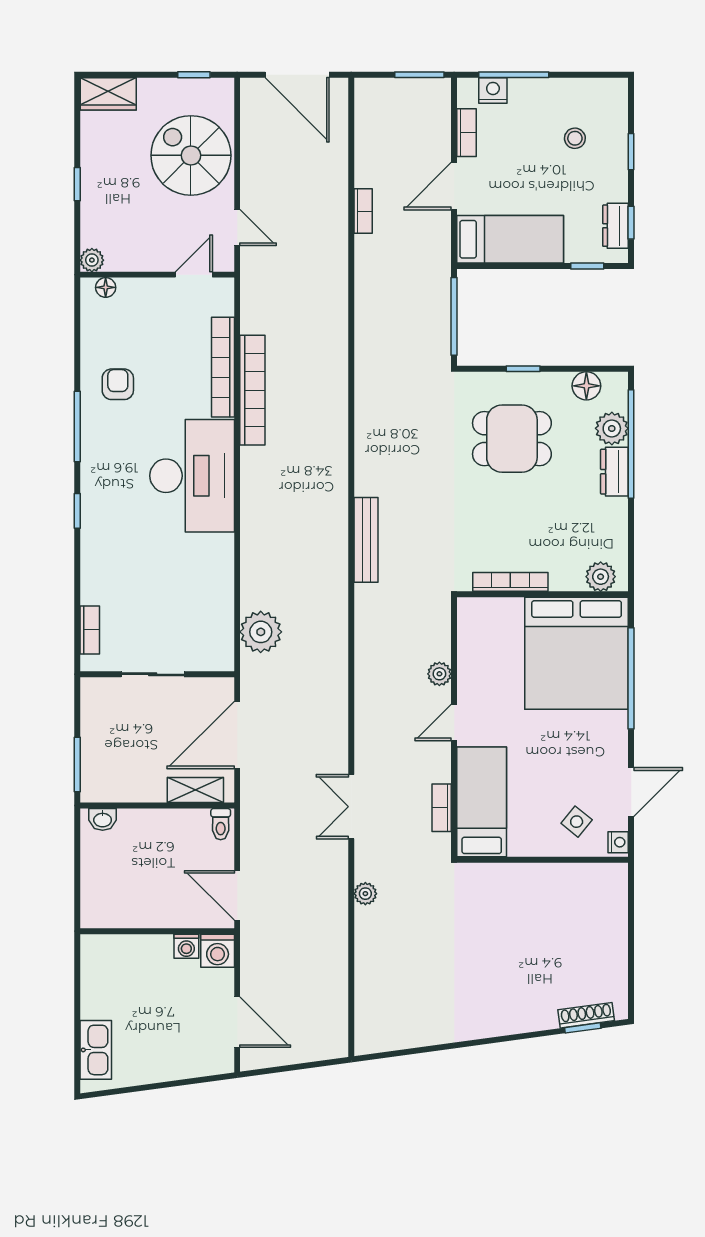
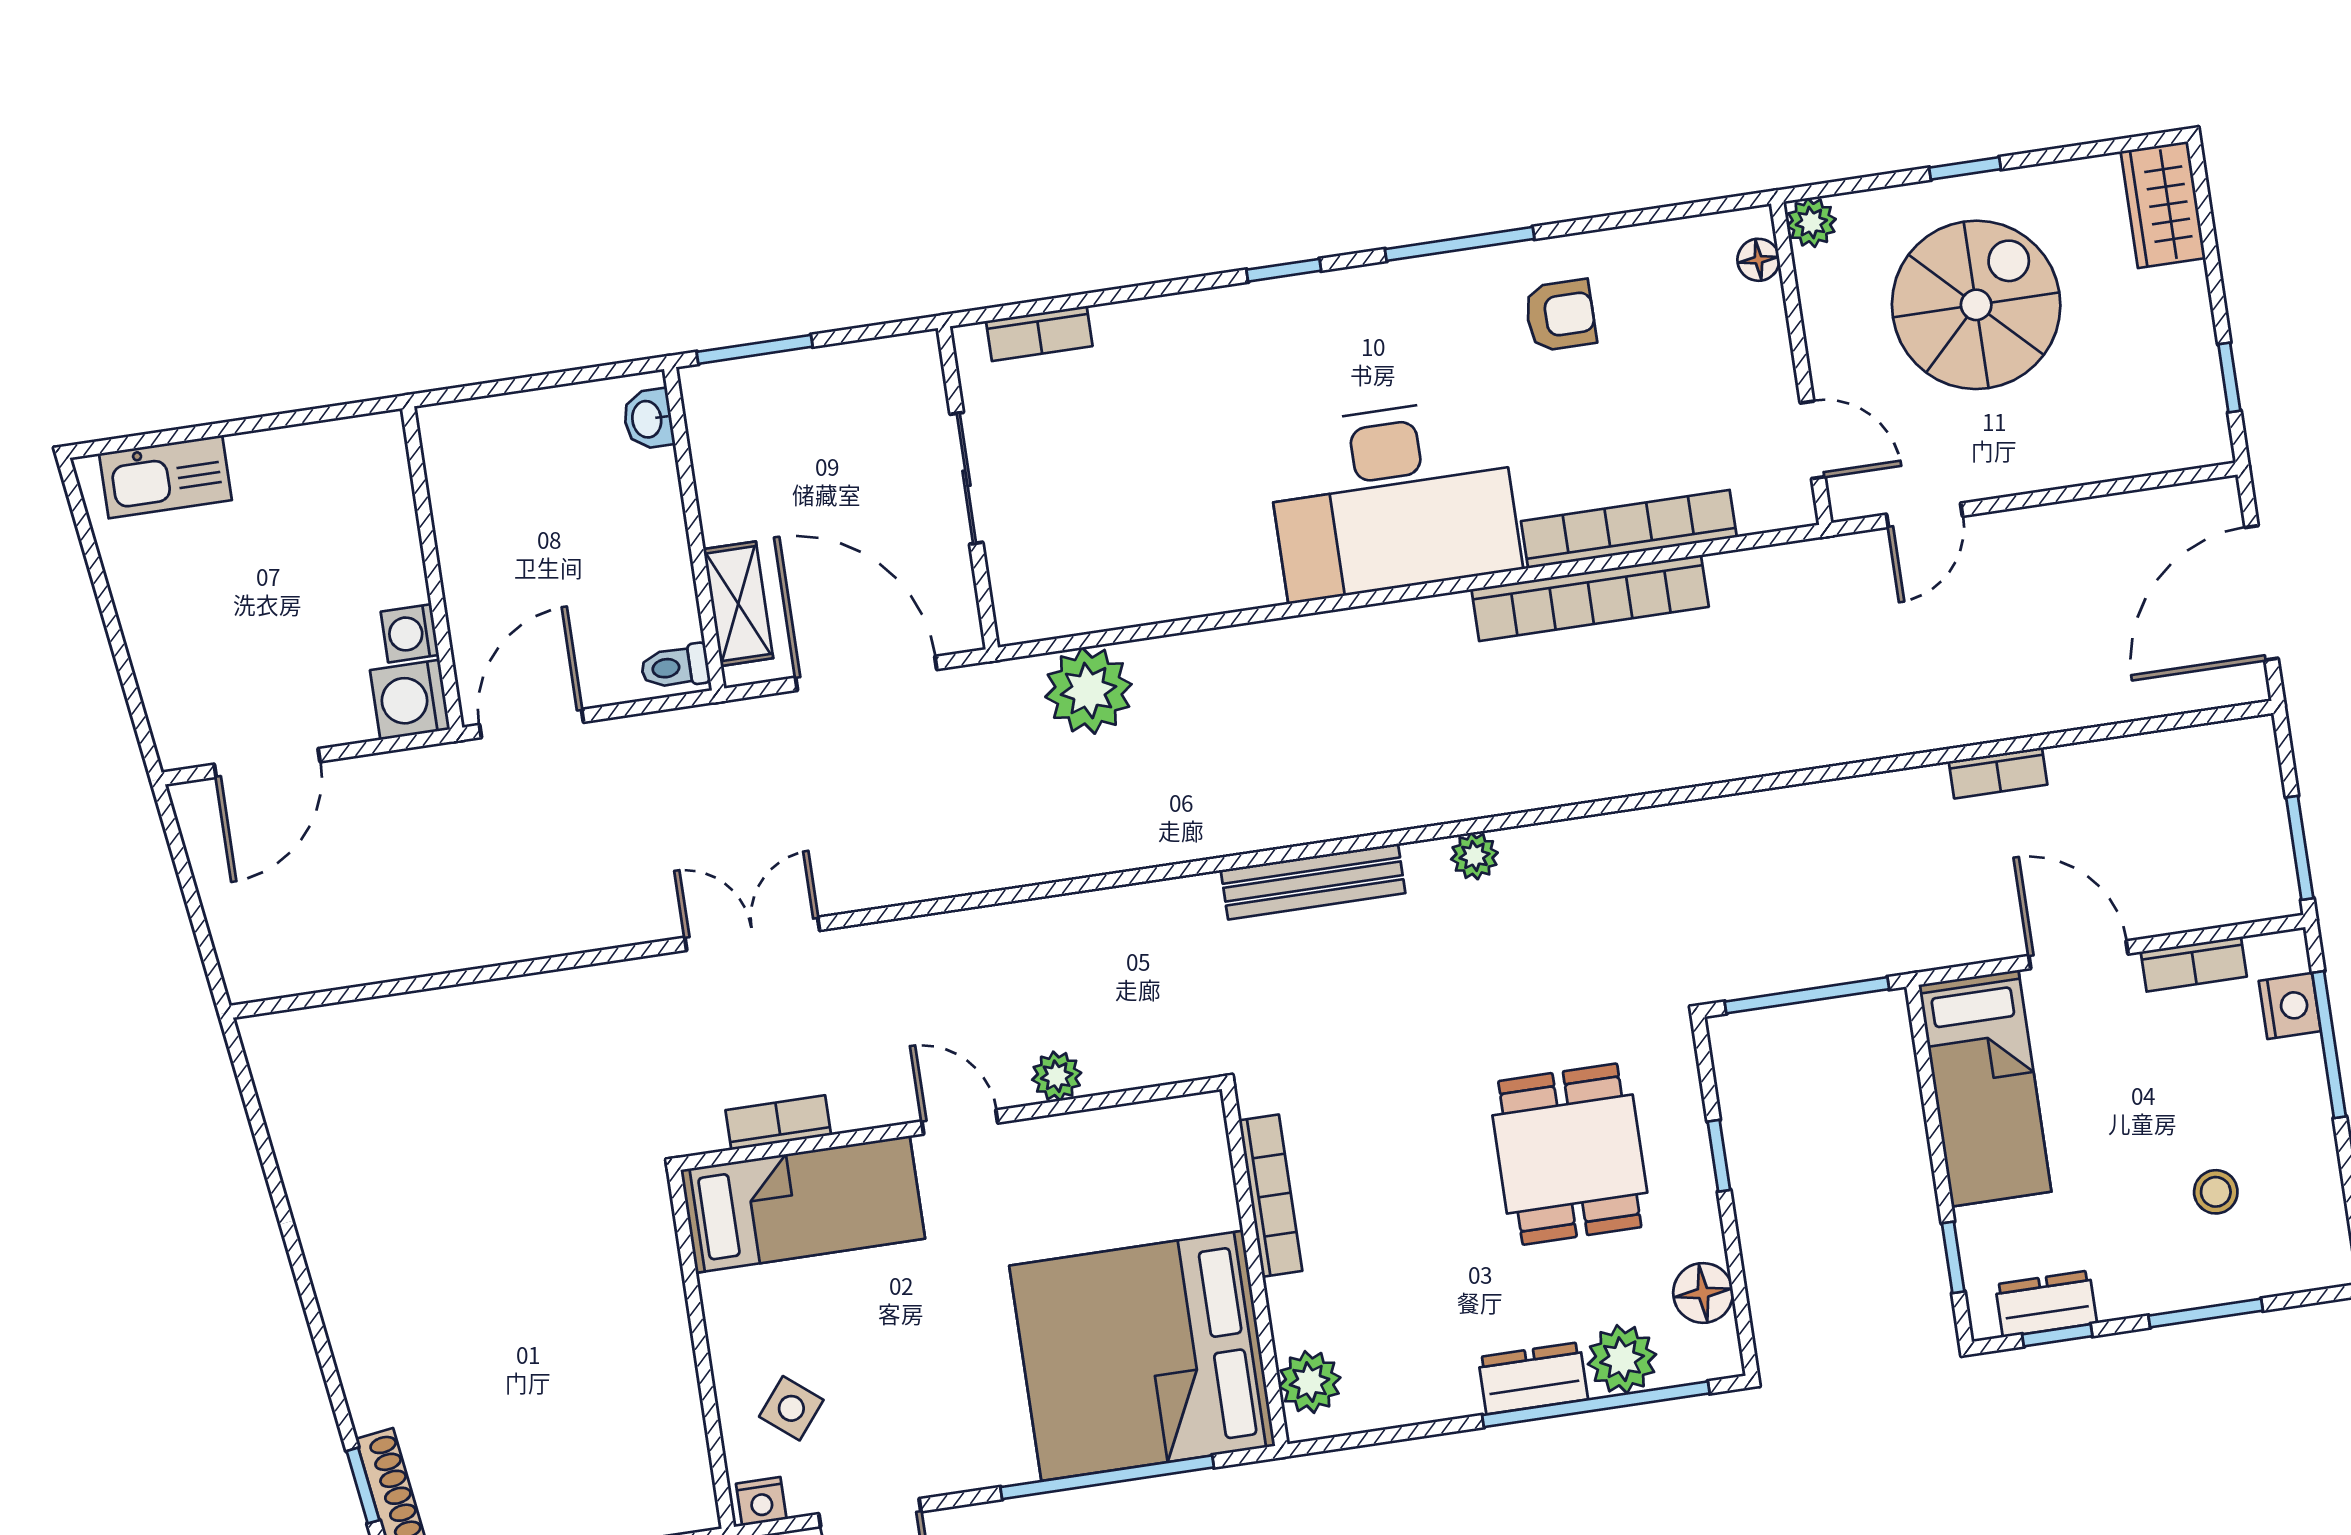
window: (631, 152) -> (2206, 1313), width x1.50
spiral stairs: (191, 155) -> (1976, 305), moved
plant: (365, 894) -> (1474, 856), moved

